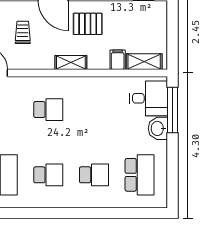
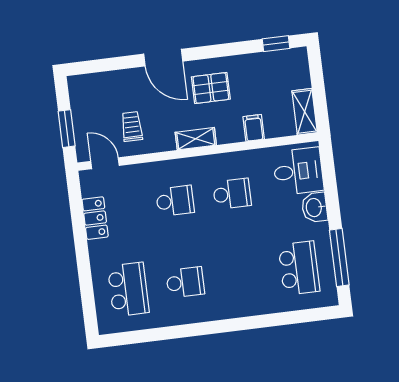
trolley: (23, 32) -> (132, 127), moved
shelving: (144, 62) -> (305, 112), moved, turned 90
window: (172, 110) -> (339, 258), moved
school desk: (94, 175) -> (232, 194), moved

